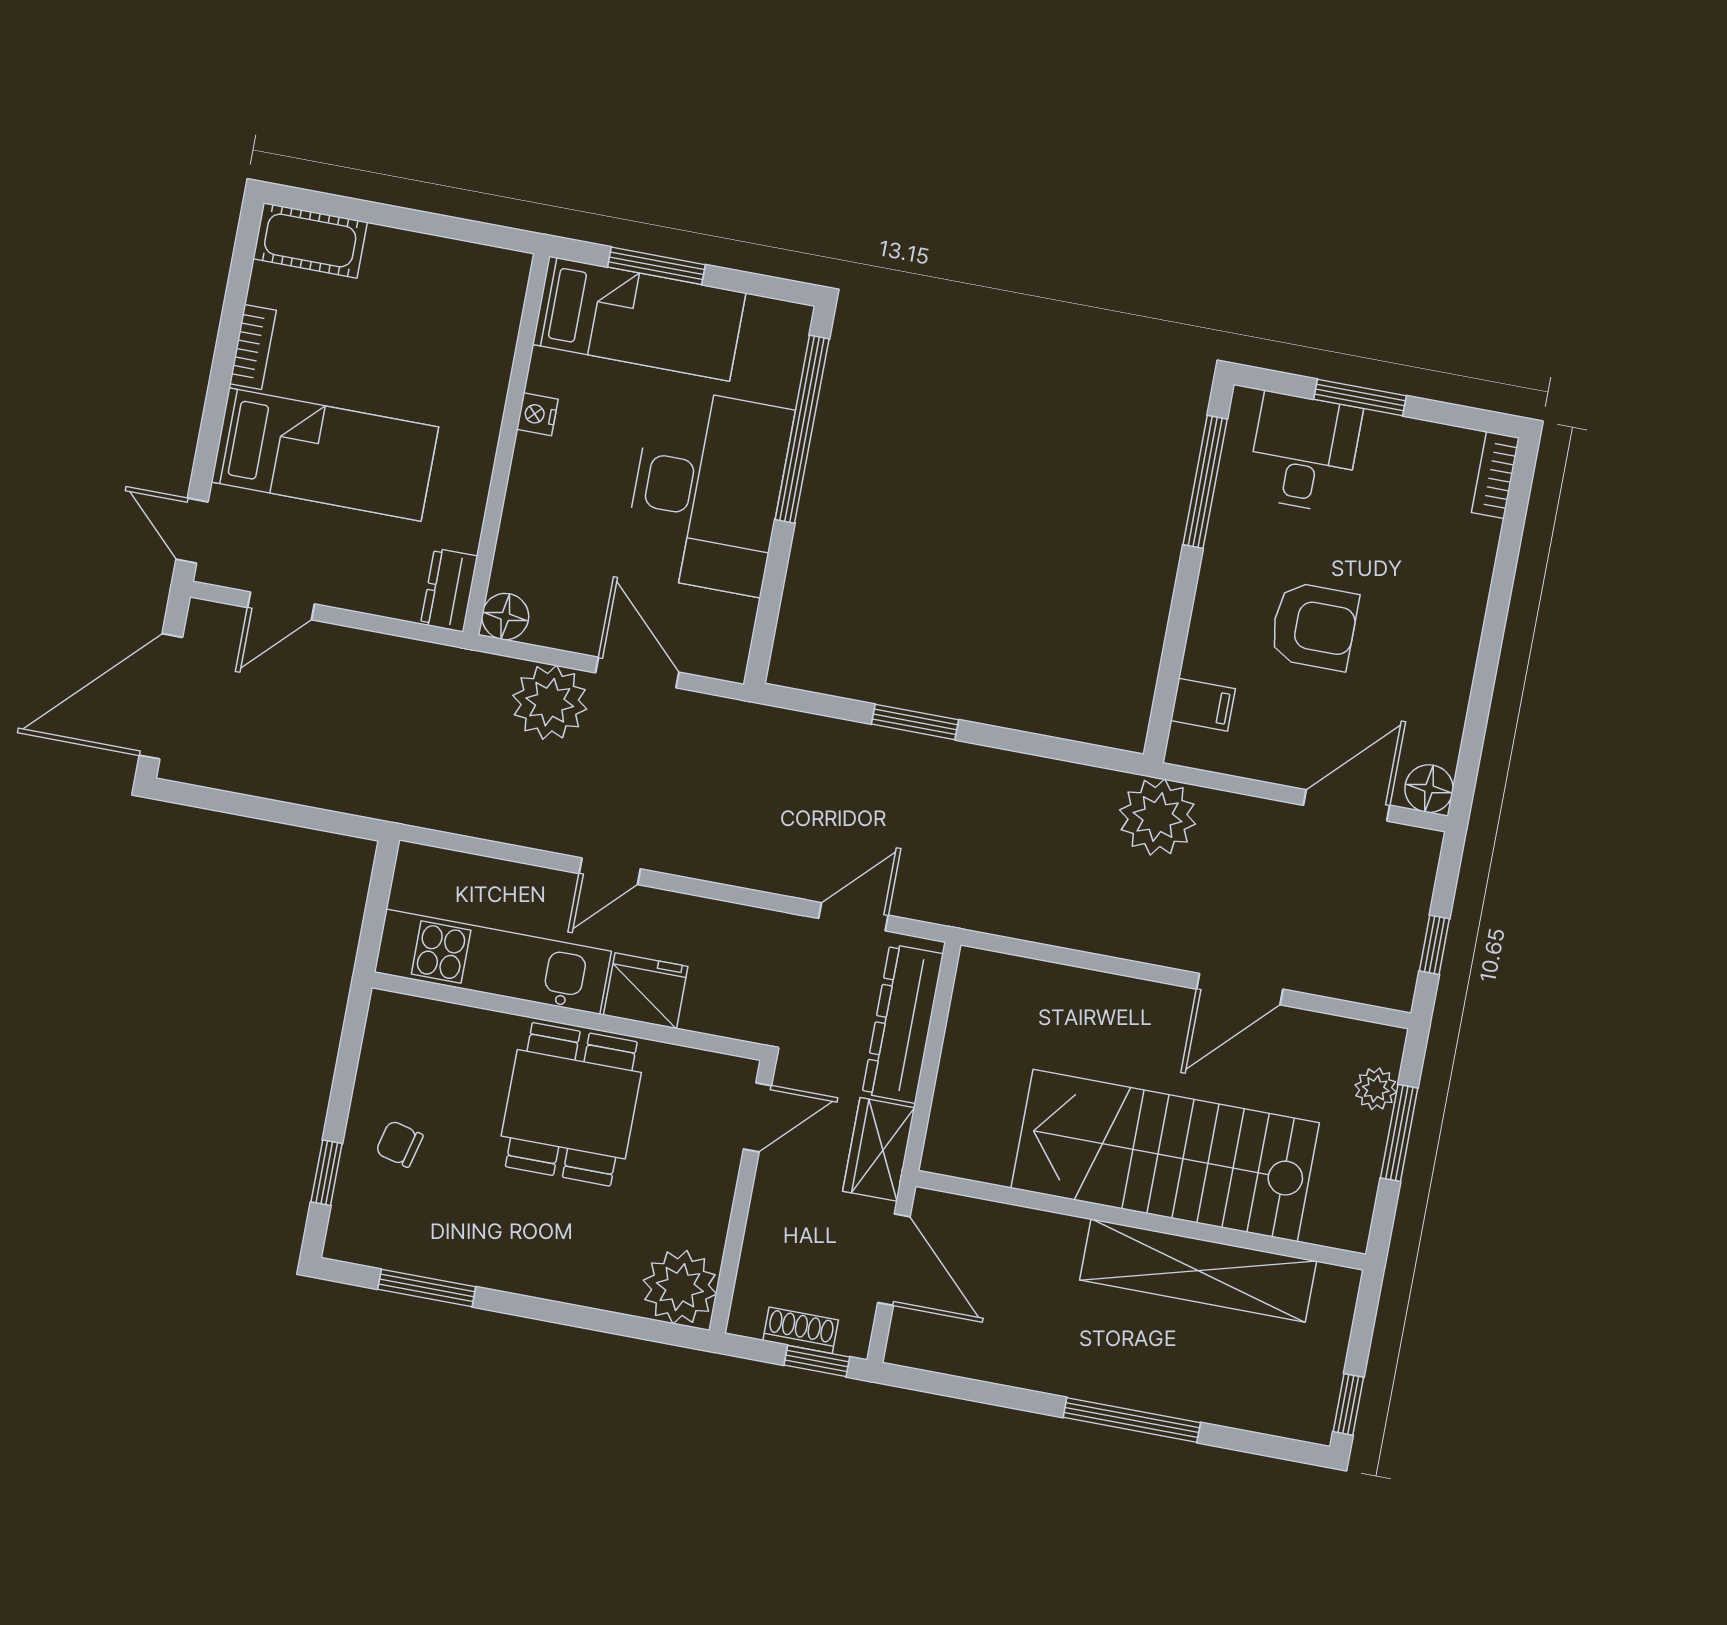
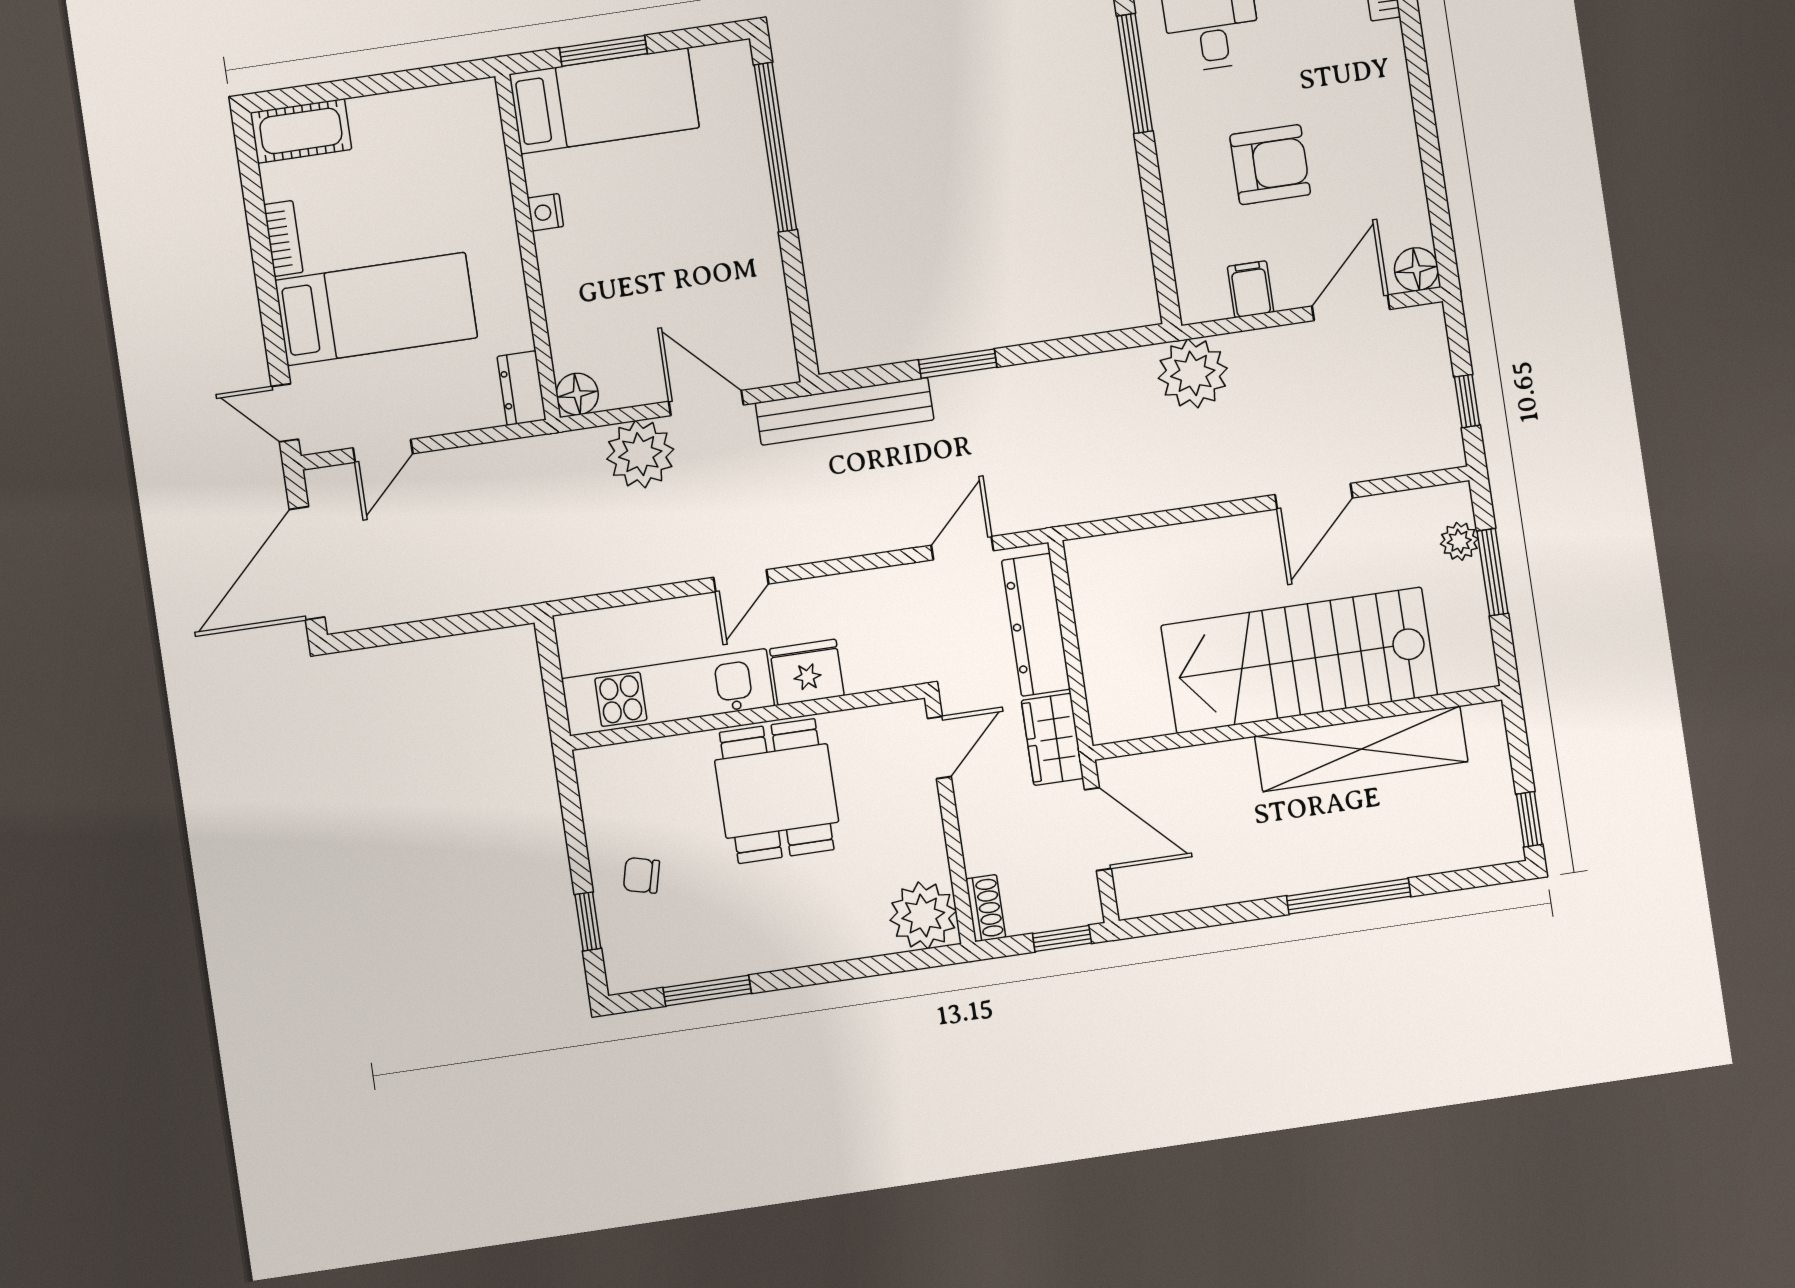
desk: (707, 491) -> (713, 228), removed
filing cabinet: (1203, 705) -> (1251, 289), moved, turned -90
bench: (779, 731) -> (845, 411), added
shoe rack: (801, 1330) -> (986, 908), moved, turned 90

